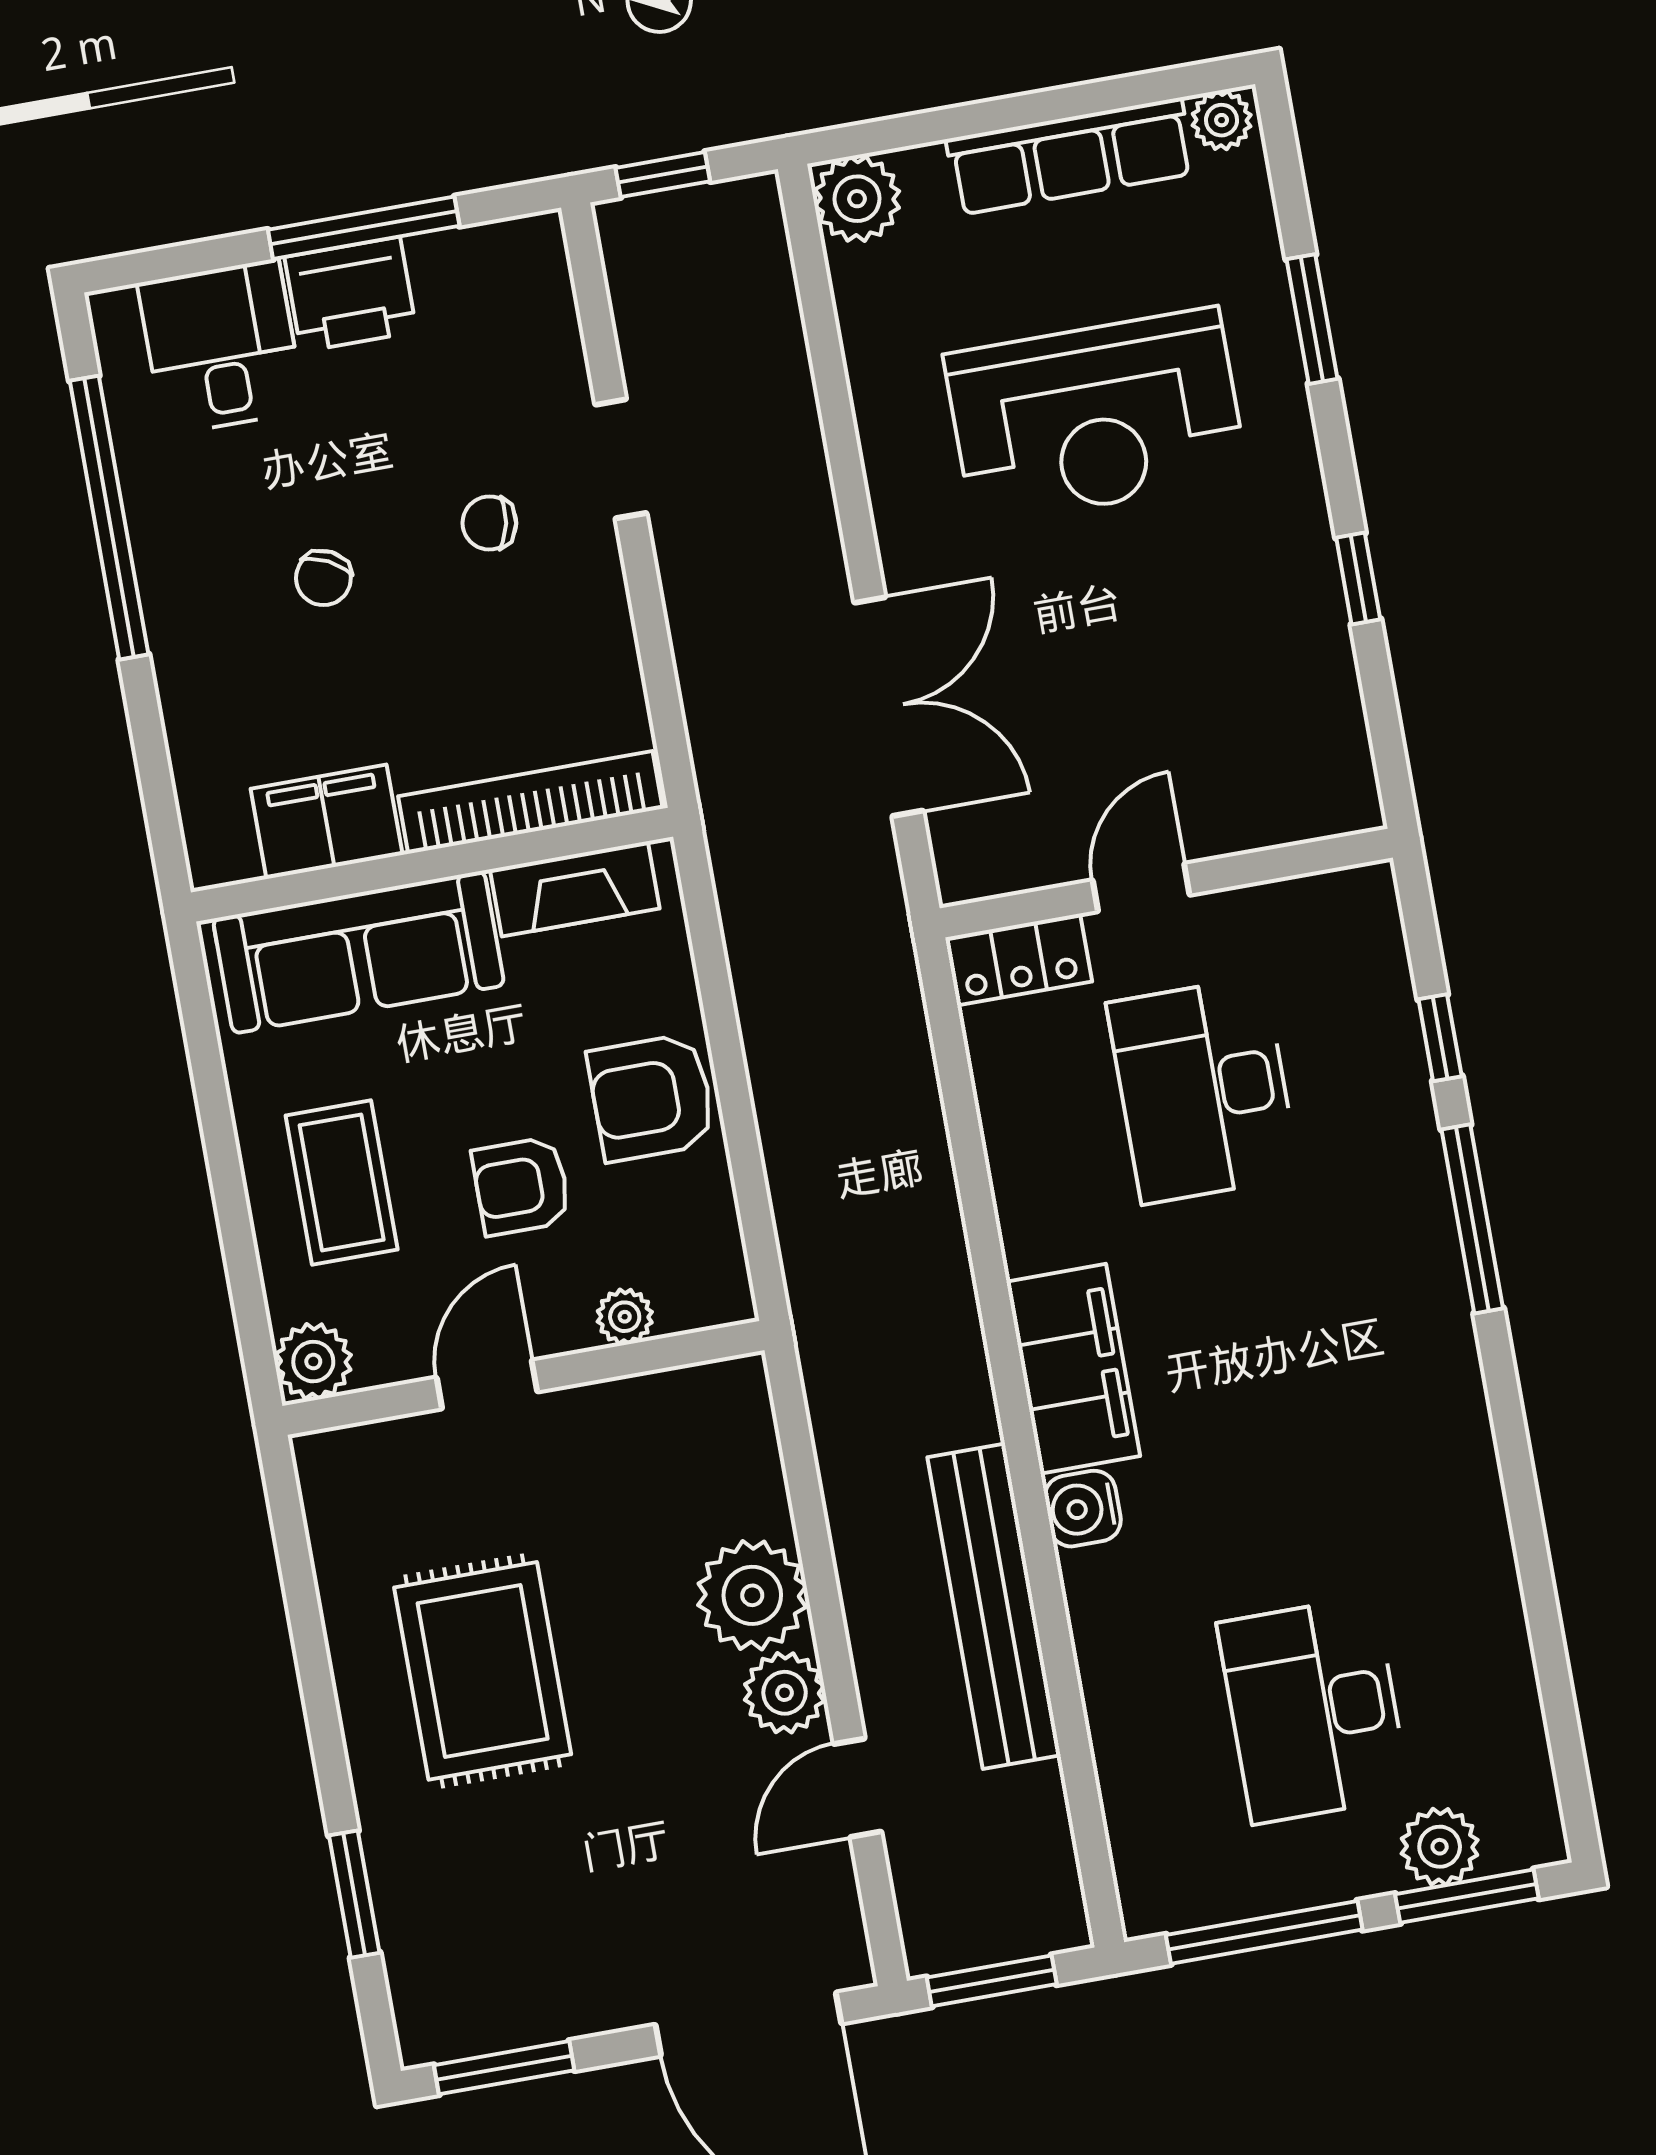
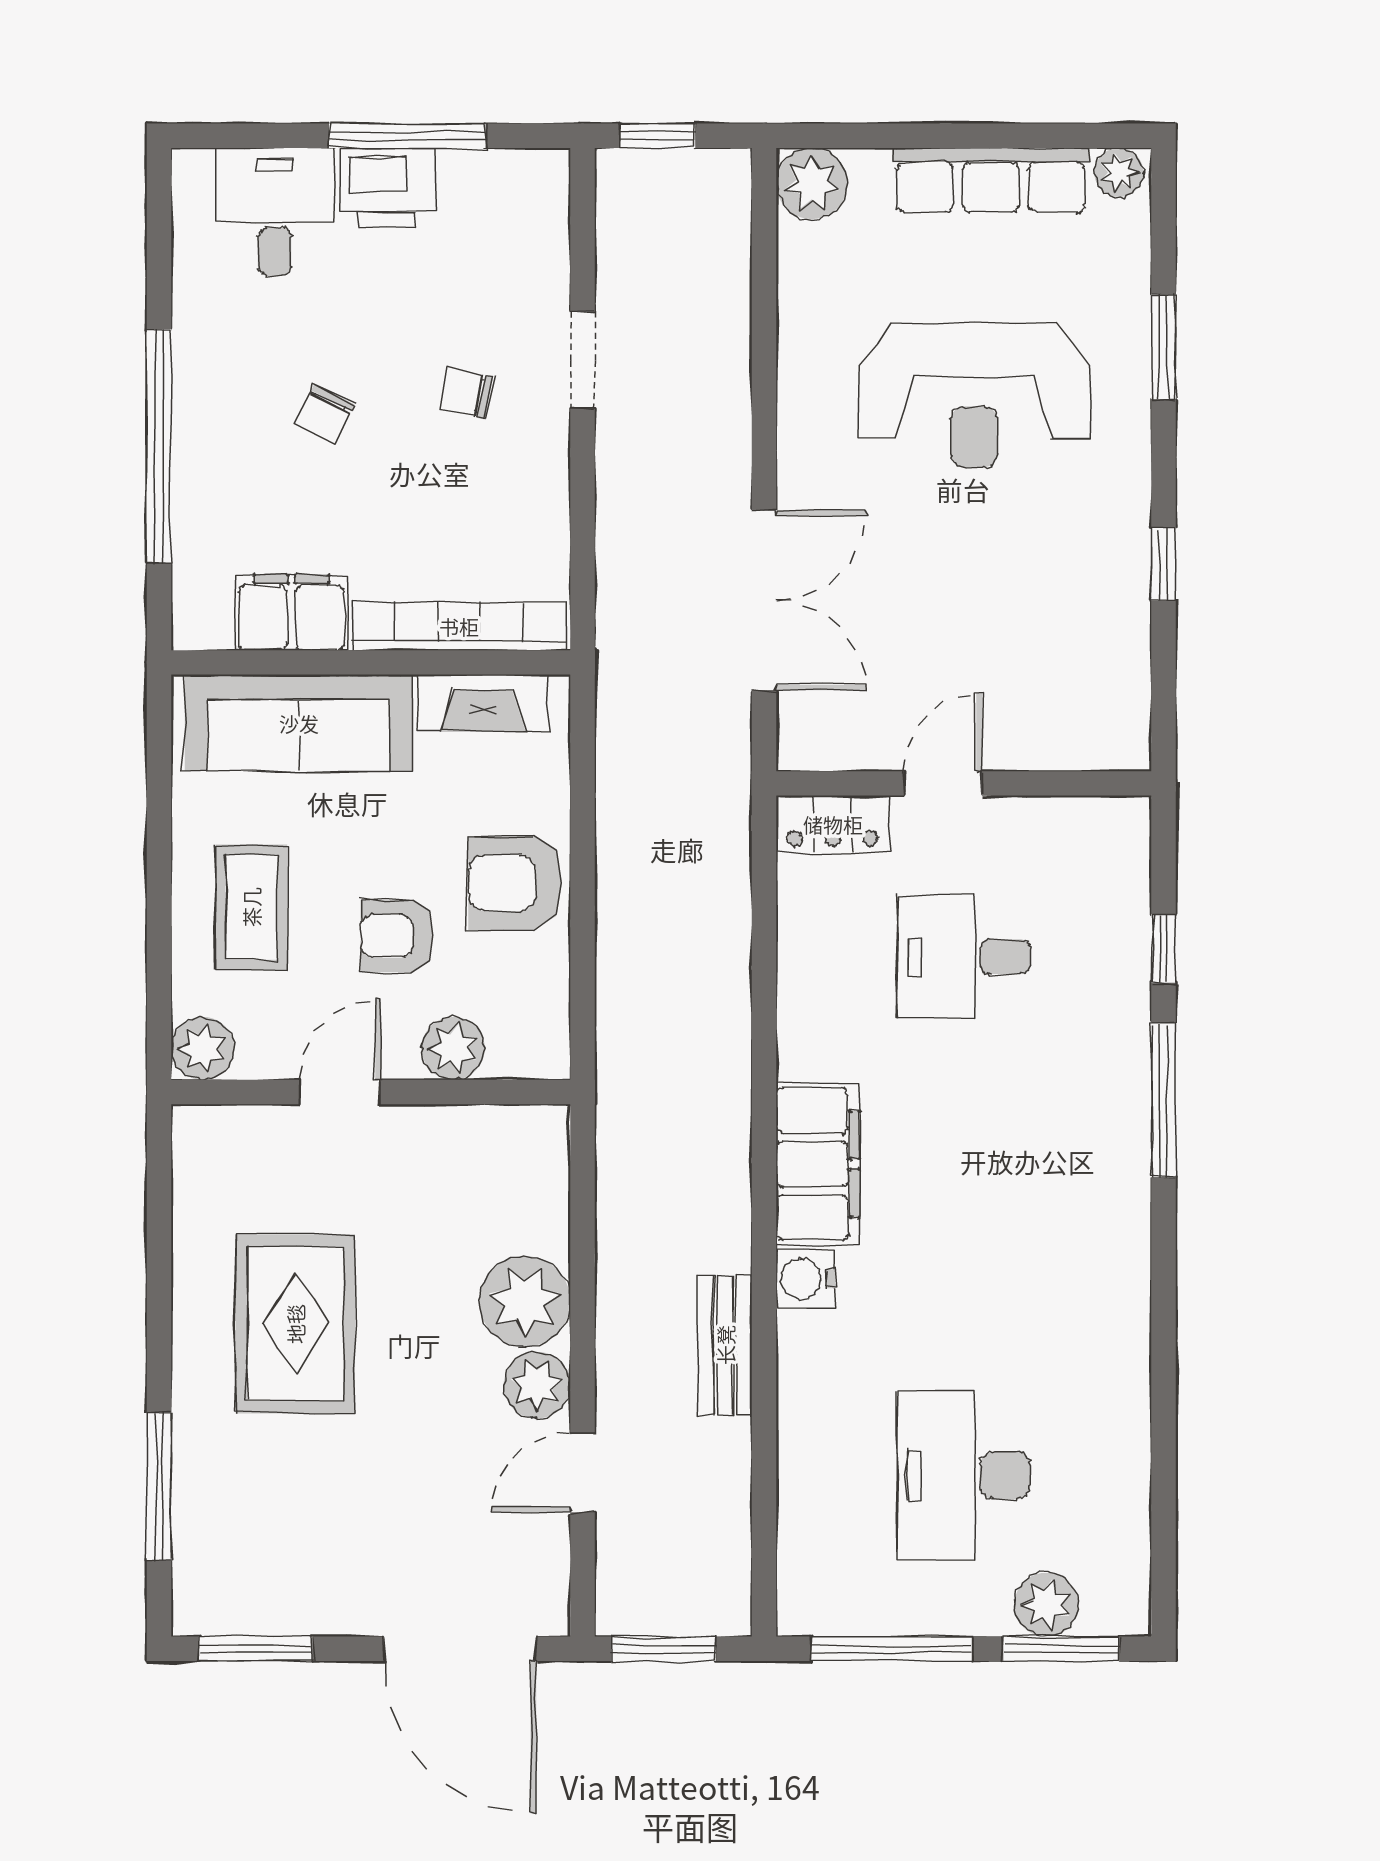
window: (109, 518) -> (159, 446), moved
desk: (1203, 1090) -> (964, 957), width x0.73
plant: (625, 1317) -> (453, 1048), width x1.38, depth x1.38
bench: (994, 1606) -> (725, 1345), width x0.54, depth x0.82
window: (354, 1894) -> (159, 1486), width x1.44

